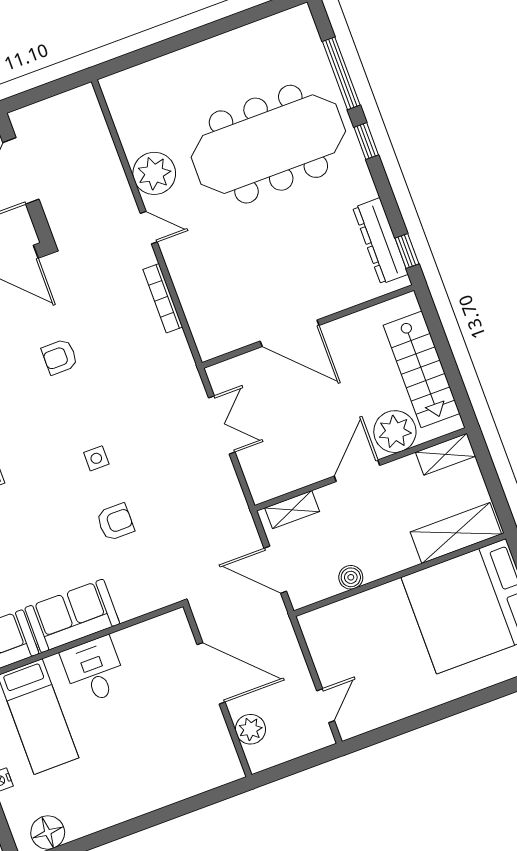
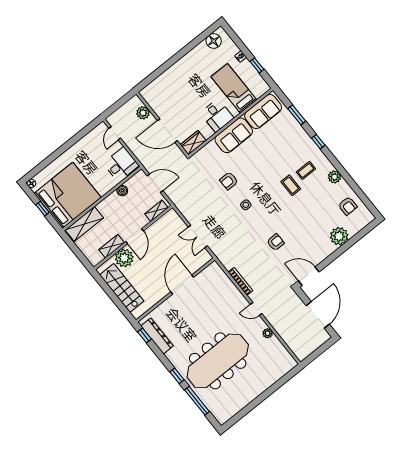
plant: (154, 173) -> (268, 333), width x0.53, depth x0.53
door: (290, 333) -> (182, 284), hinge flipped
shelving: (445, 454) -> (112, 246), moved
wardrobe: (164, 629) -> (193, 143), added
desk: (335, 634) -> (121, 165), added

